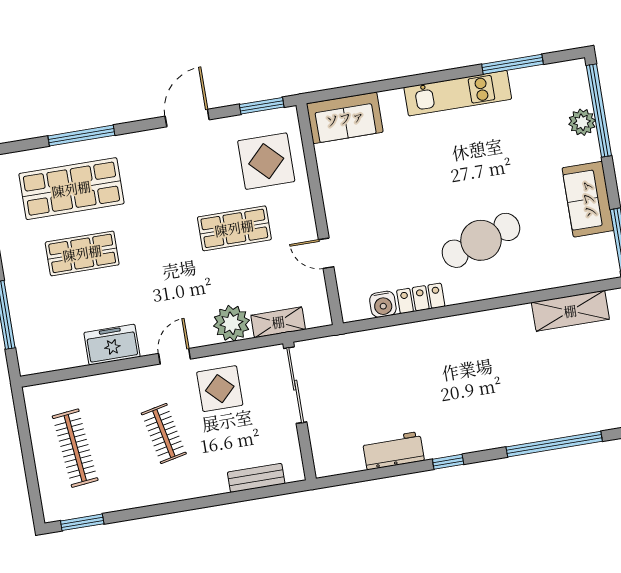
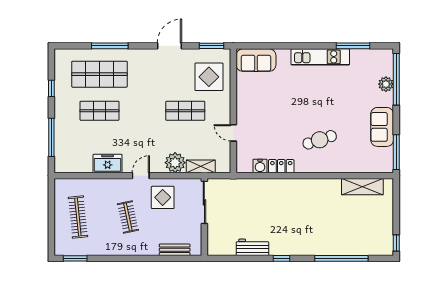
cafe table: (481, 240) -> (320, 140), width x0.73, depth x0.74

